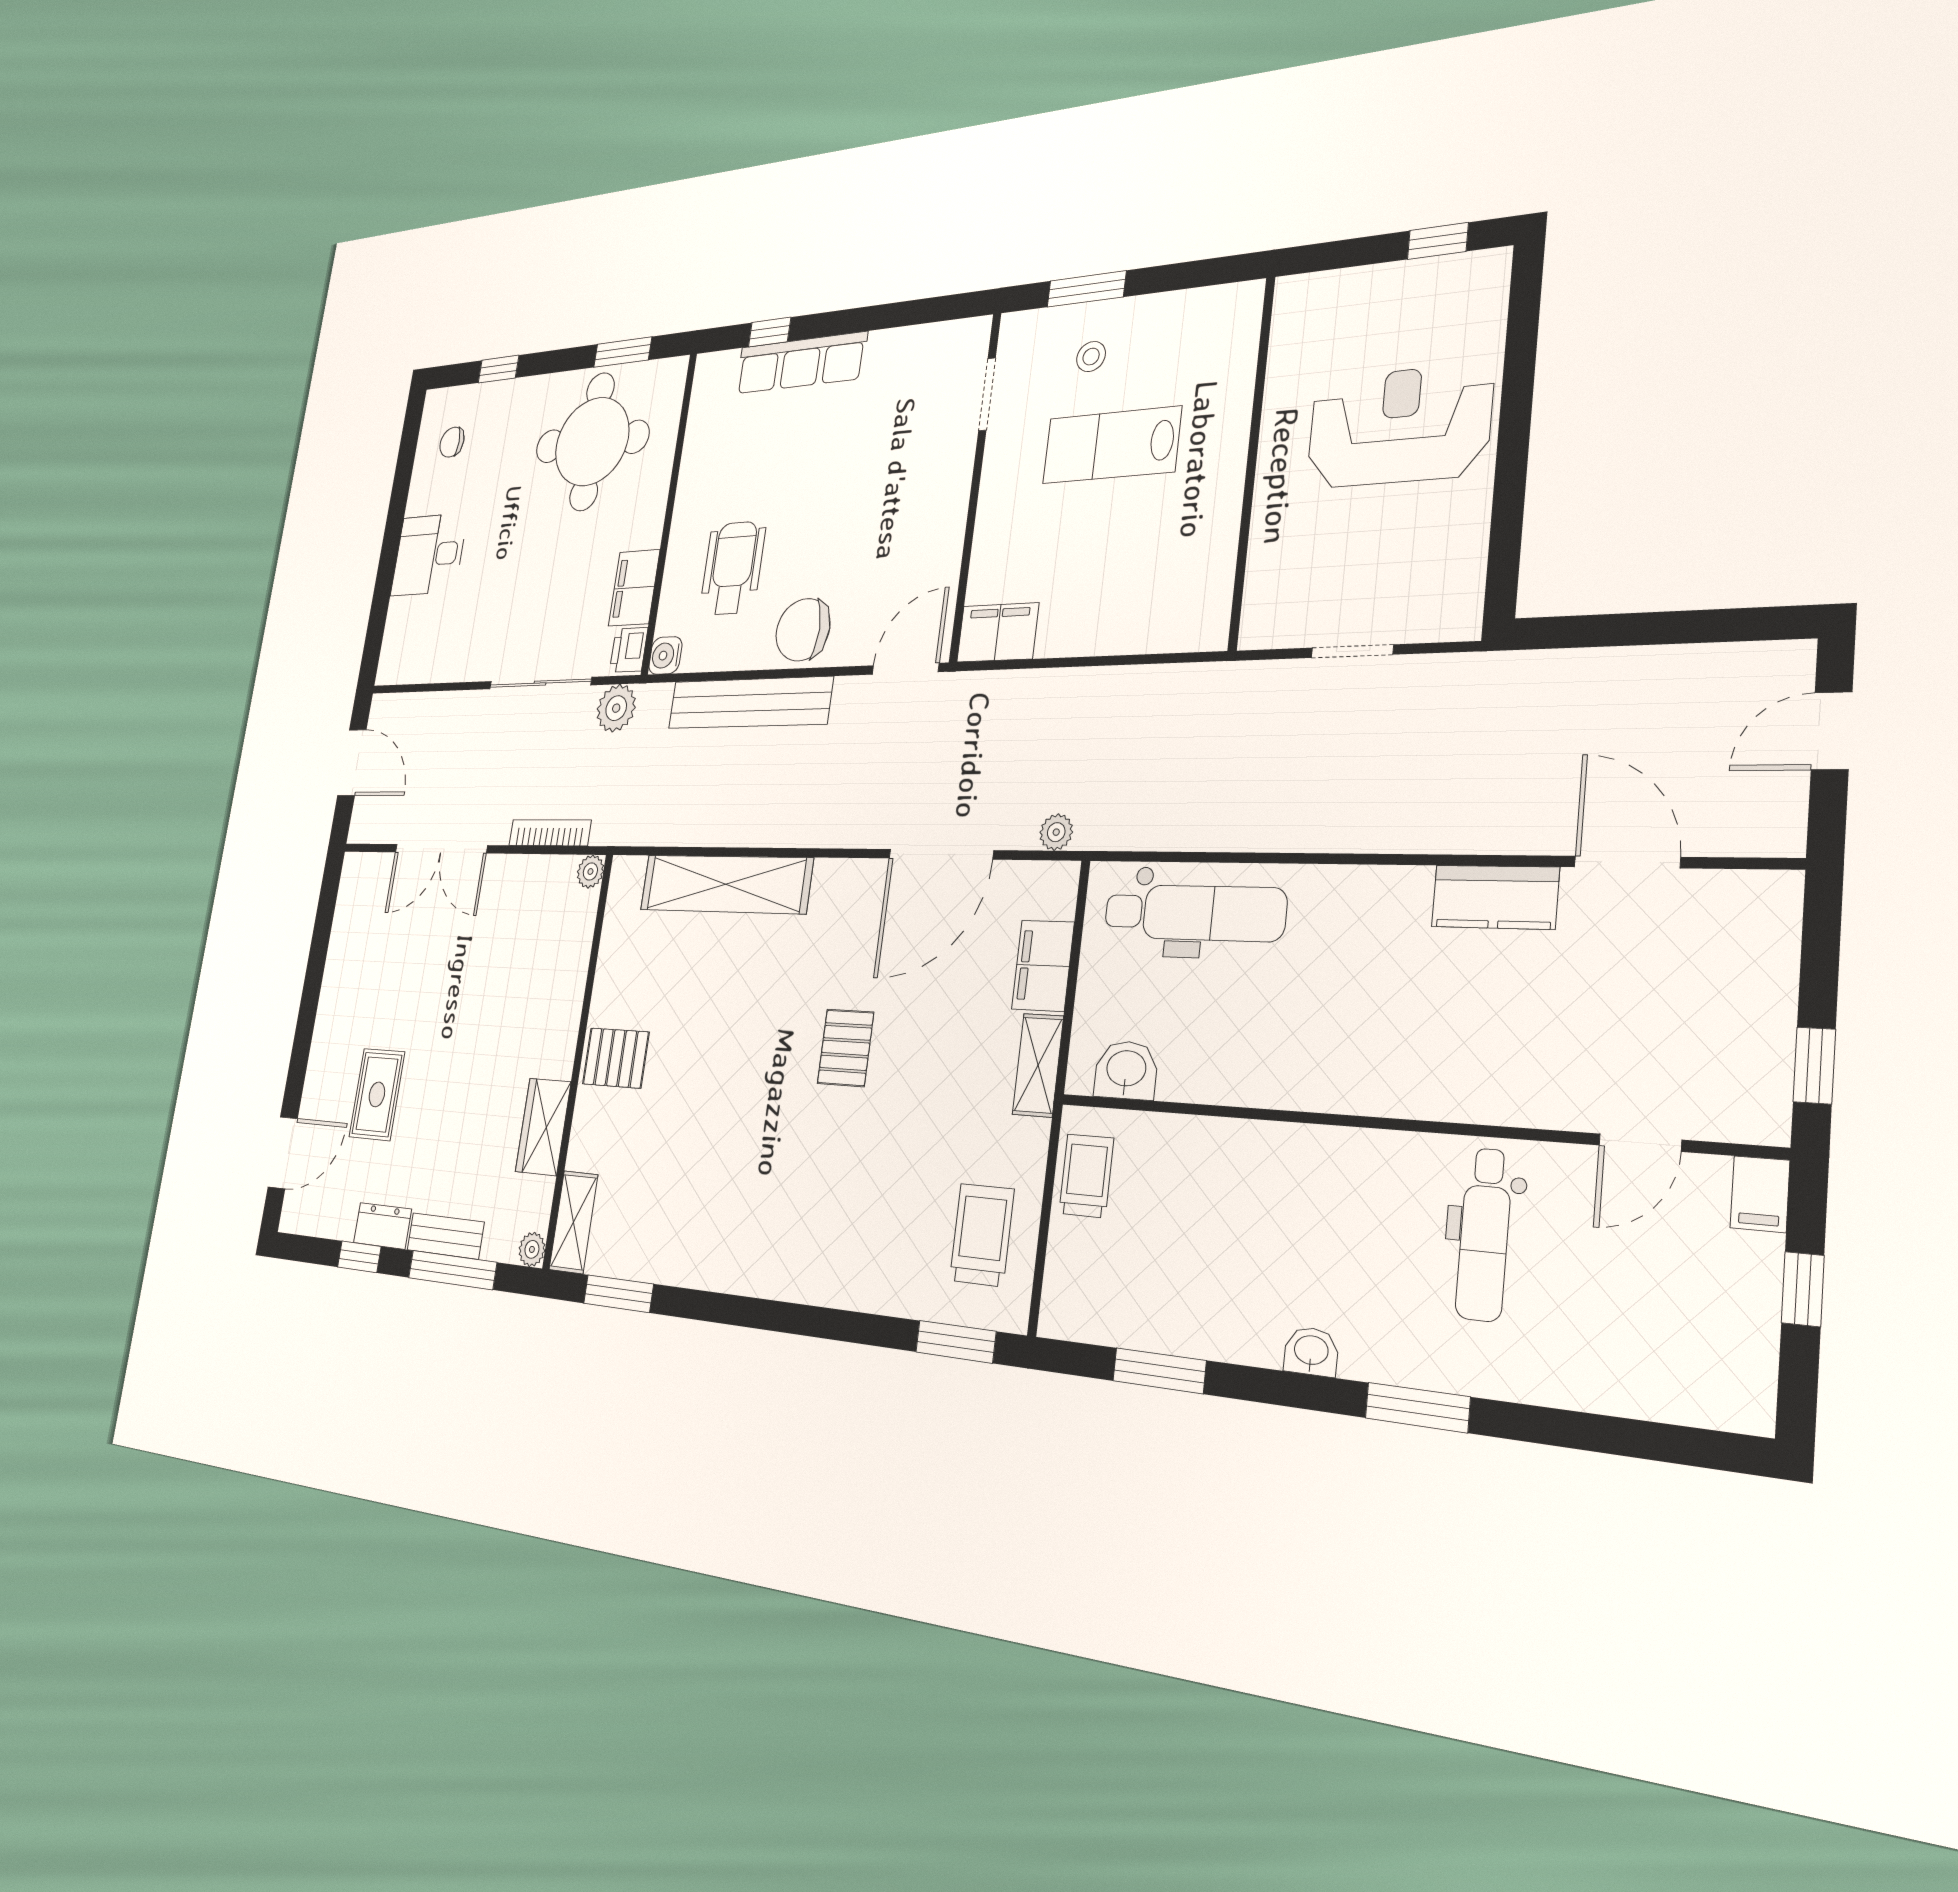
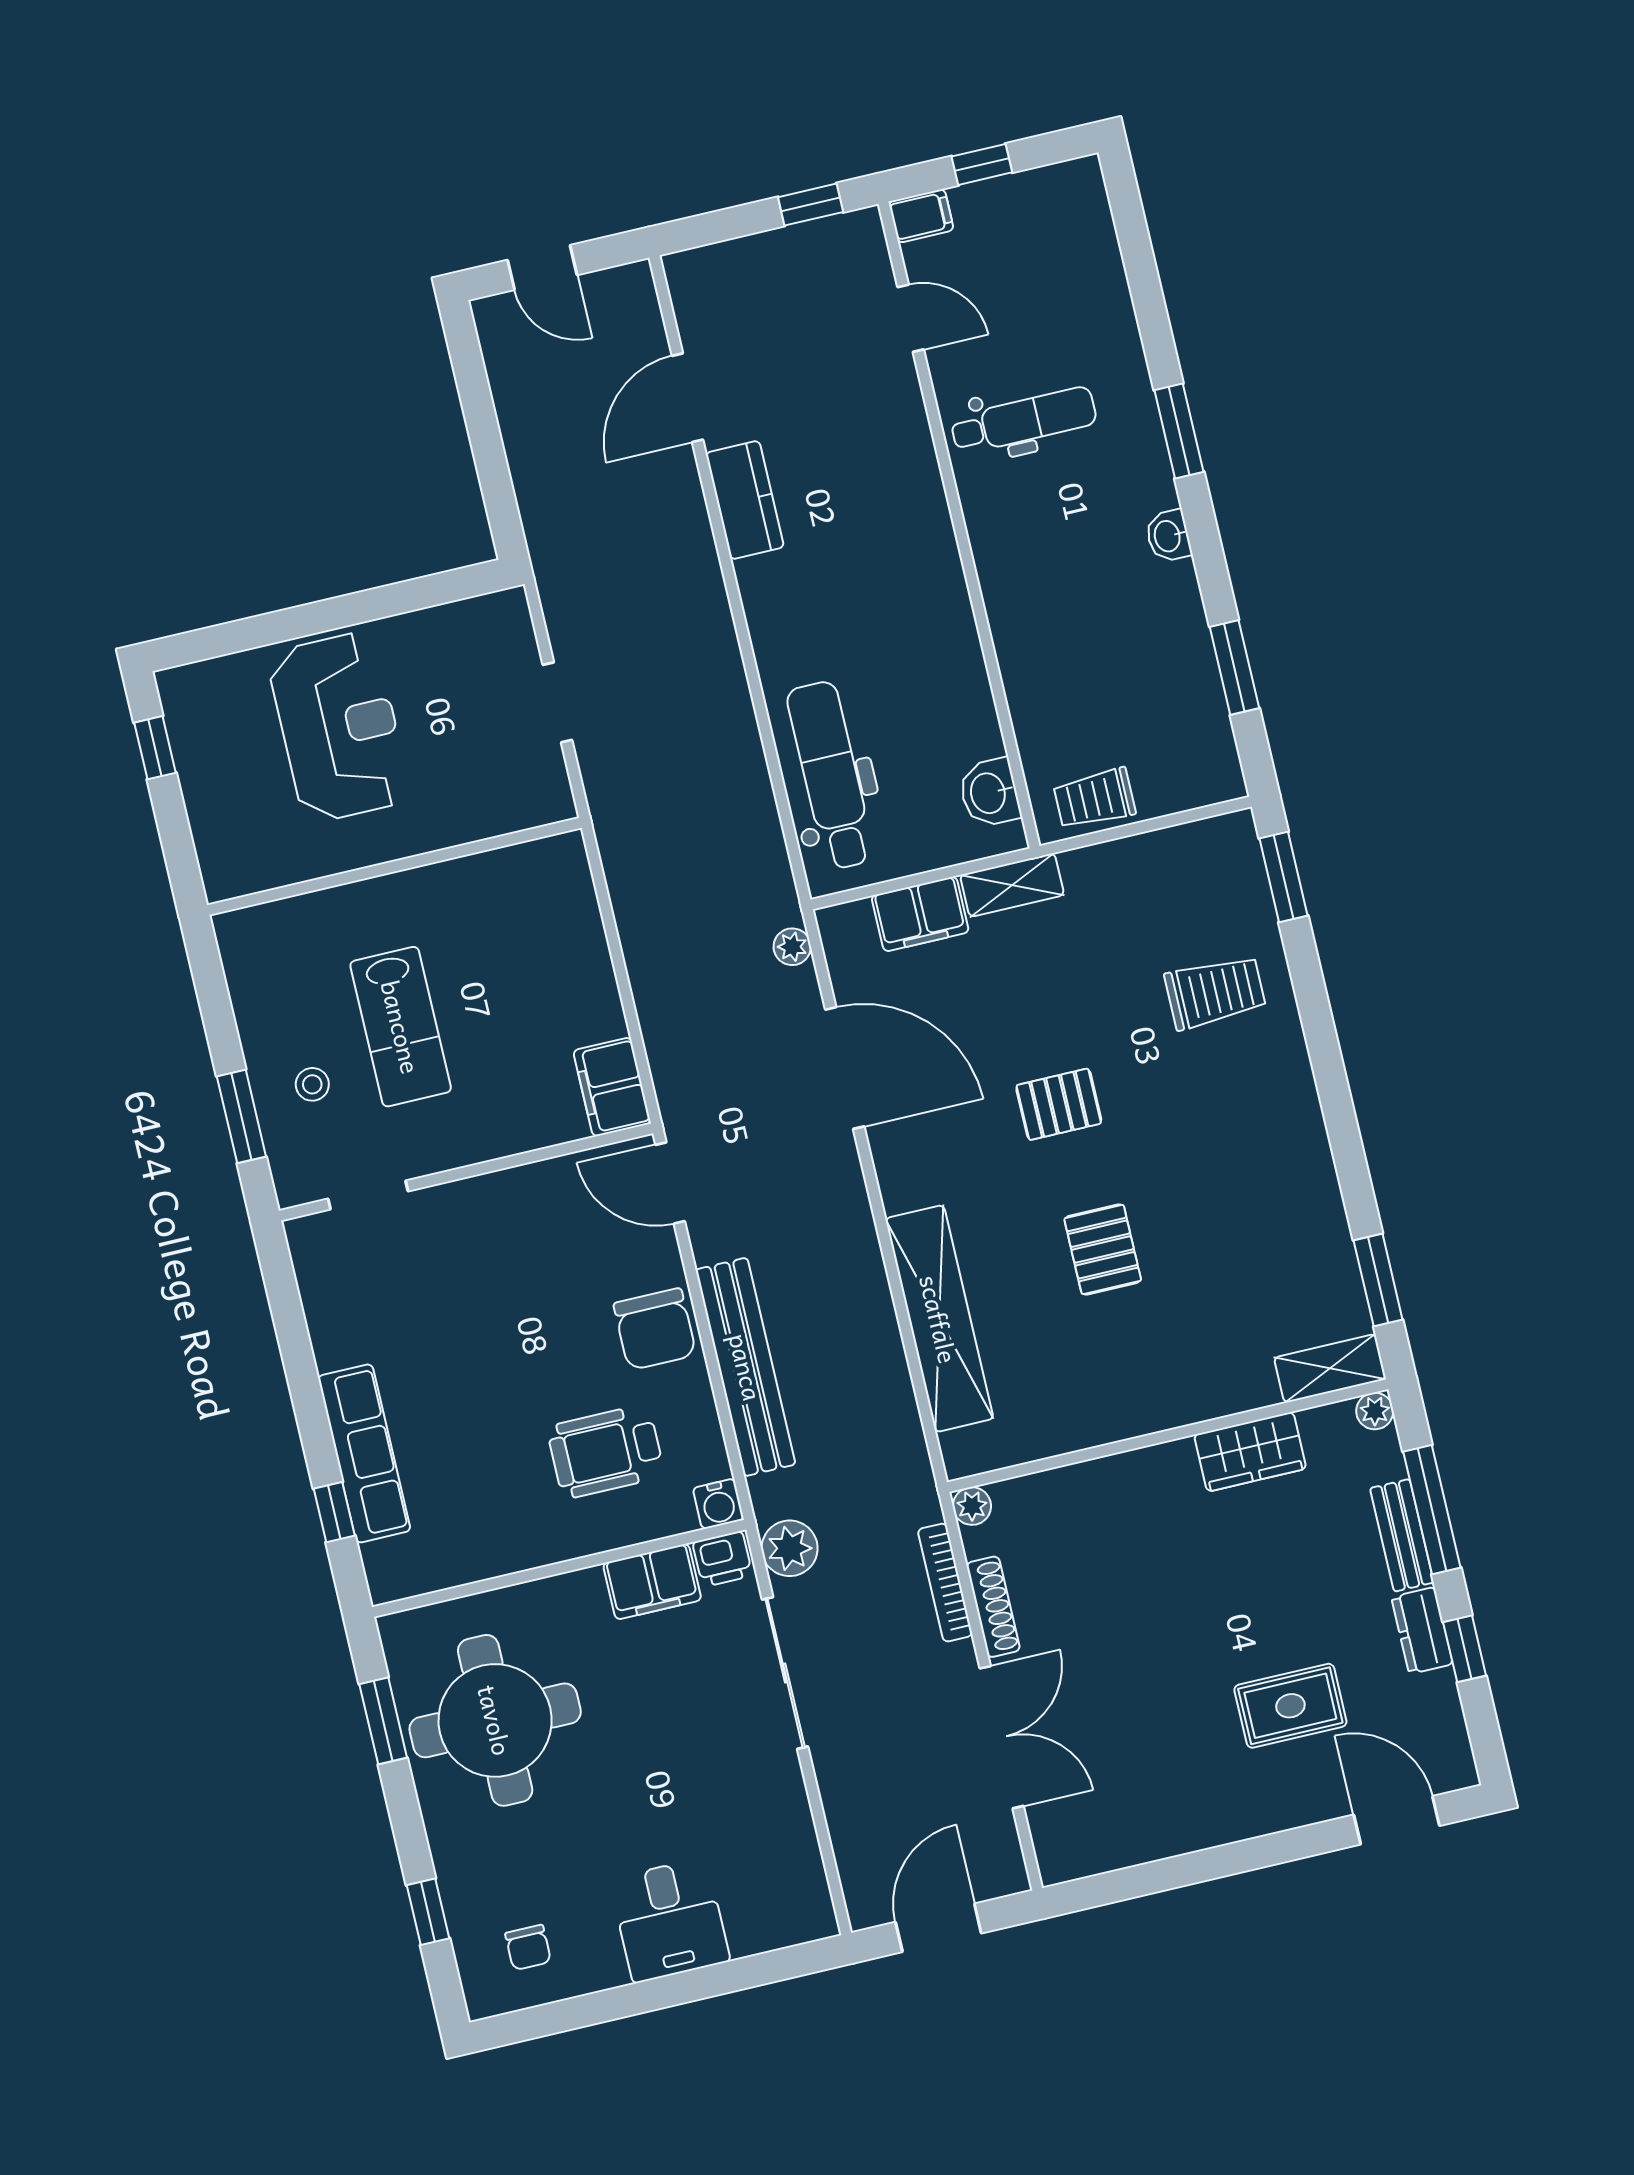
reception desk: (1399, 426) -> (339, 727), turned 180
shoe rack: (521, 868) -> (993, 1607), added
pallet: (616, 1058) -> (1103, 1249), moved
trolley: (982, 1235) -> (1215, 992), moved, turned 180

